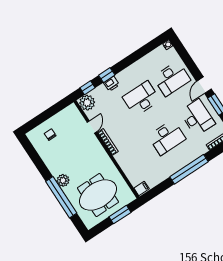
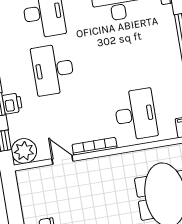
desk: (167, 138) -> (136, 115), moved

